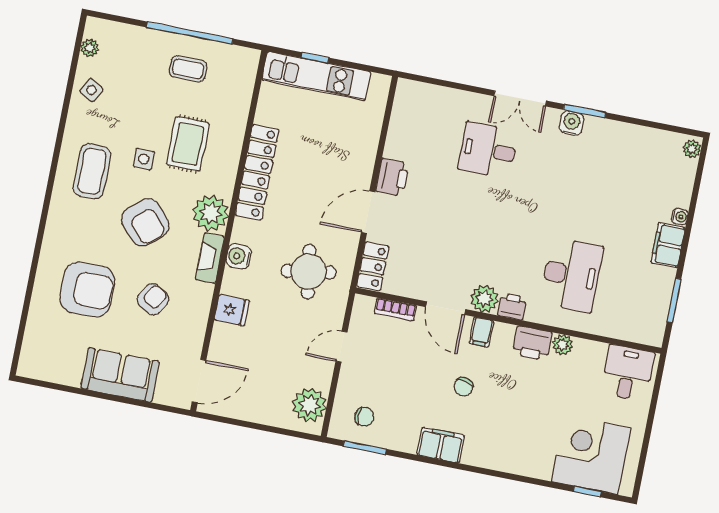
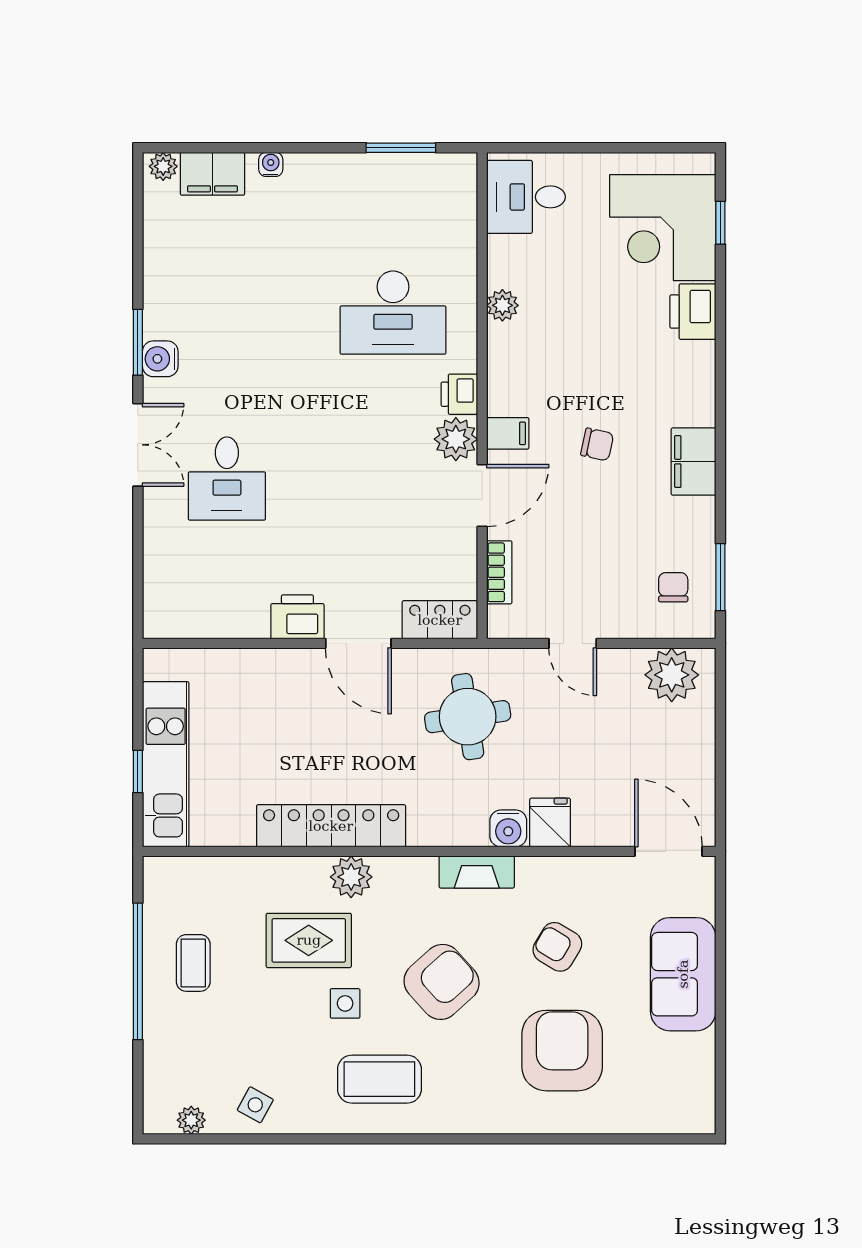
plant: (211, 213) -> (351, 877), moved, width x0.73, depth x0.73
filing cabinet: (668, 245) -> (212, 174), moved
water cooler: (239, 256) -> (508, 828), moved
desk: (572, 275) -> (393, 313), turned 180
printer: (532, 343) -> (693, 312), moved, turned 180

